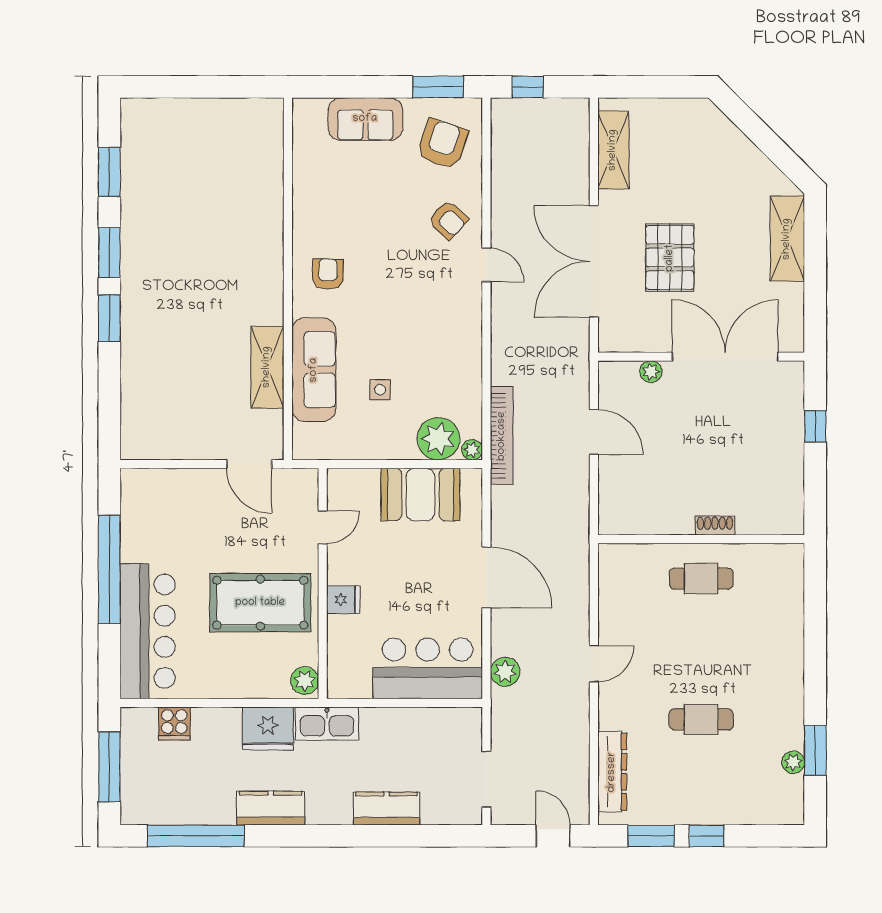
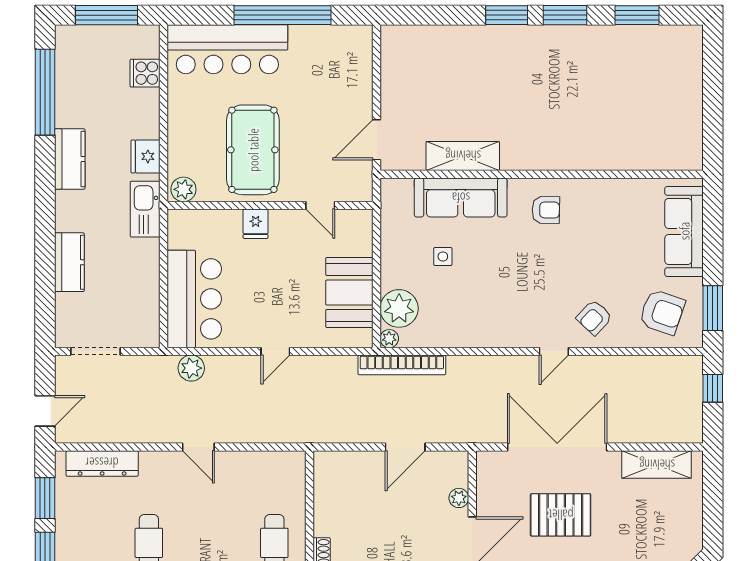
sofa: (365, 119) -> (684, 231), width x1.36
door: (486, 577) -> (275, 351), width x0.53
fridge: (268, 729) -> (146, 156), width x0.73, depth x0.75

